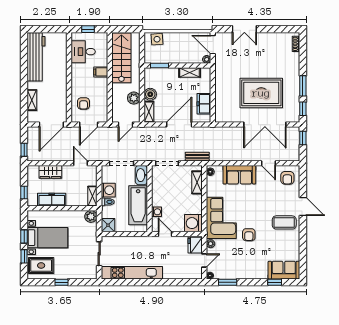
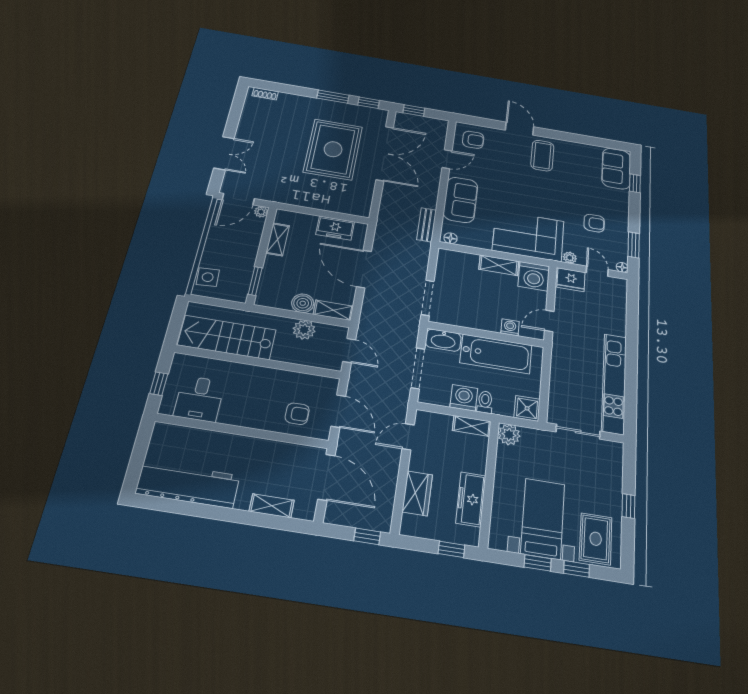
filing cabinet: (101, 72) -> (245, 375), removed
bench: (197, 157) -> (427, 225), moved
shelving: (197, 182) -> (499, 265), moved
door: (303, 206) -> (519, 129), hinge flipped
armchair: (249, 235) -> (594, 223), moved

